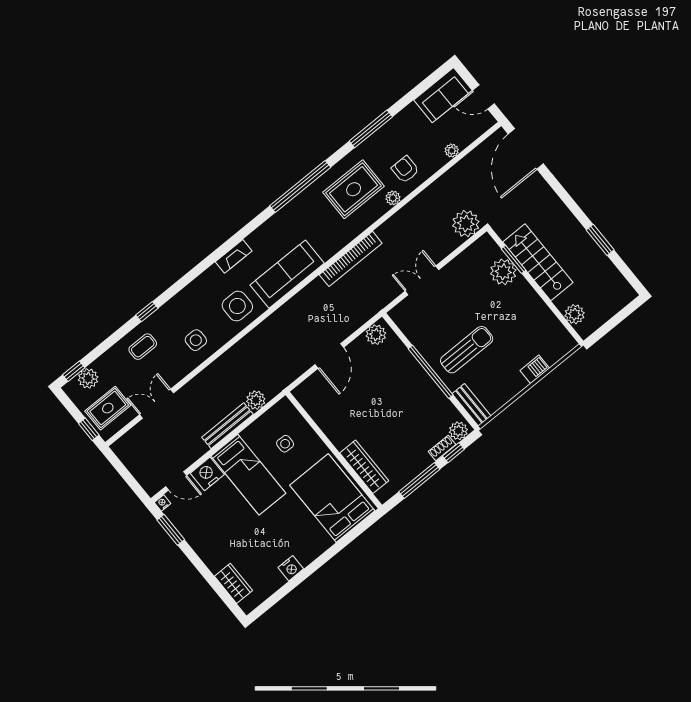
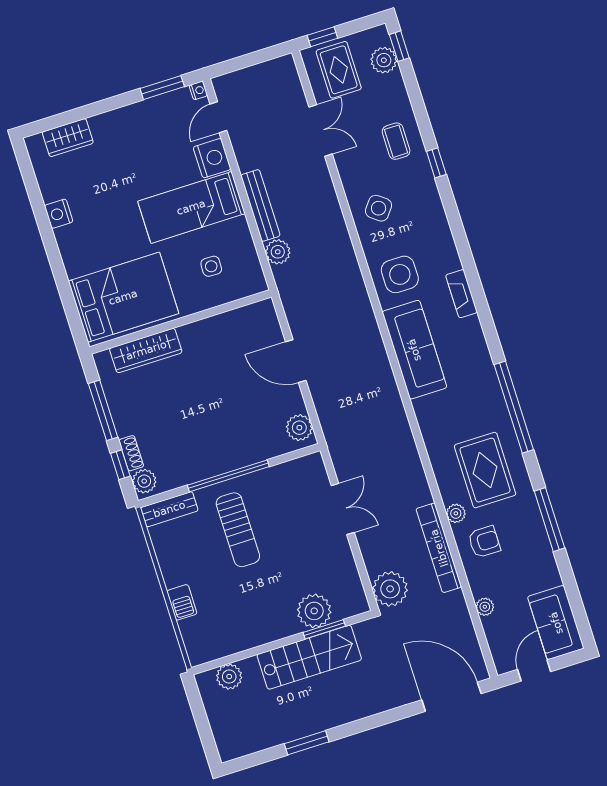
bookcase: (351, 259) -> (439, 548), moved
side table: (196, 340) -> (379, 208), turned 37

